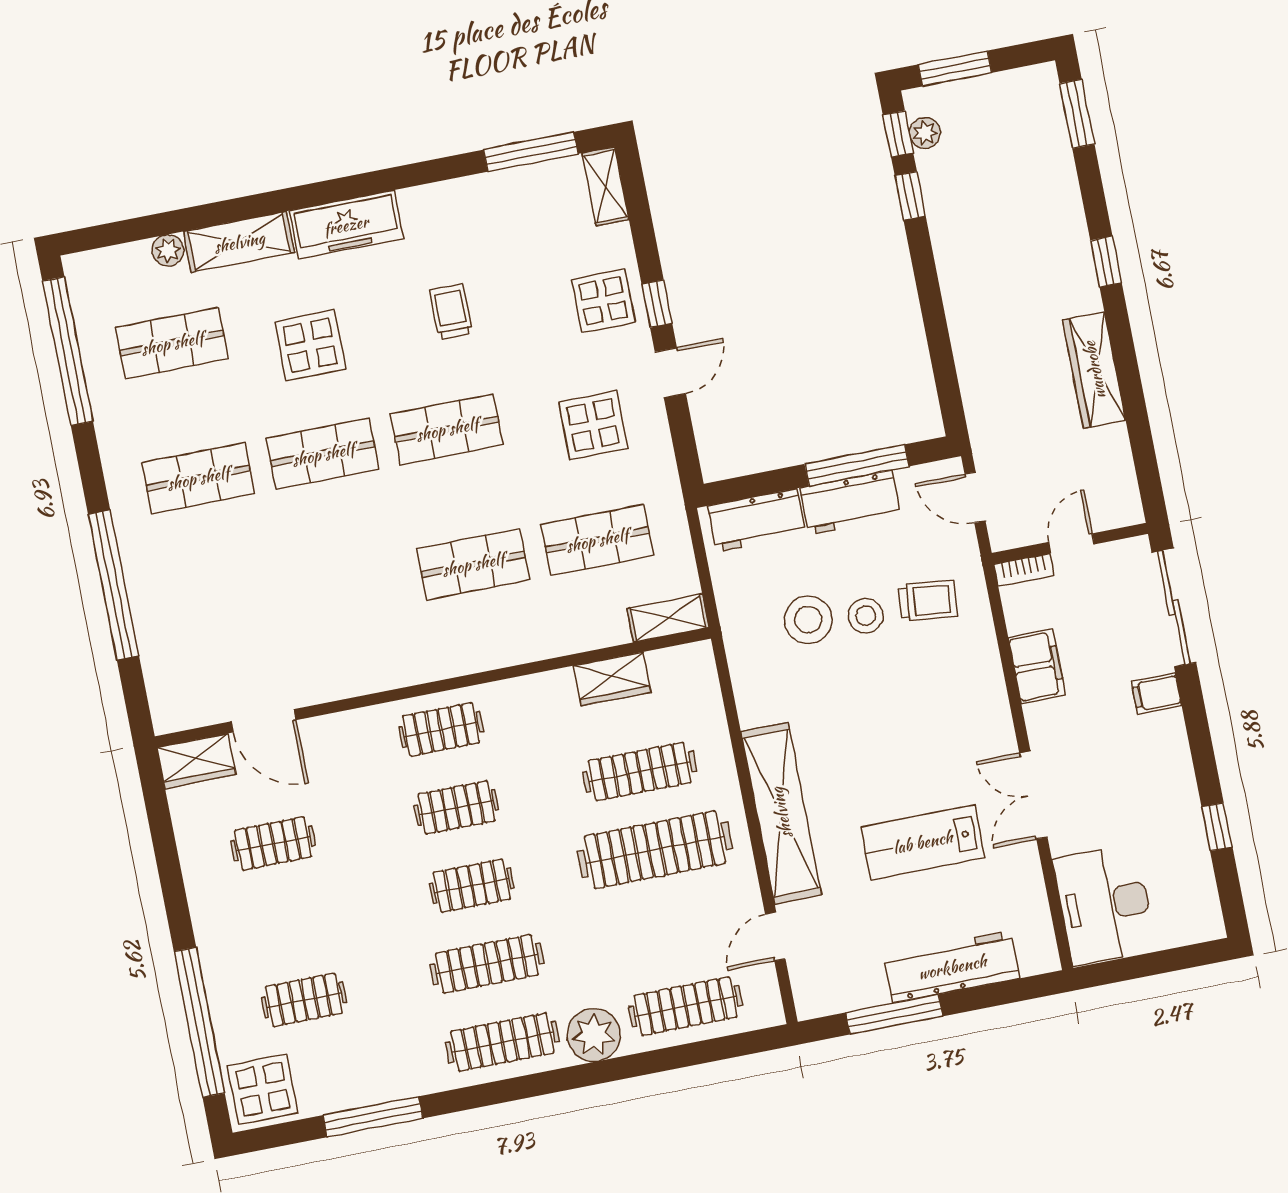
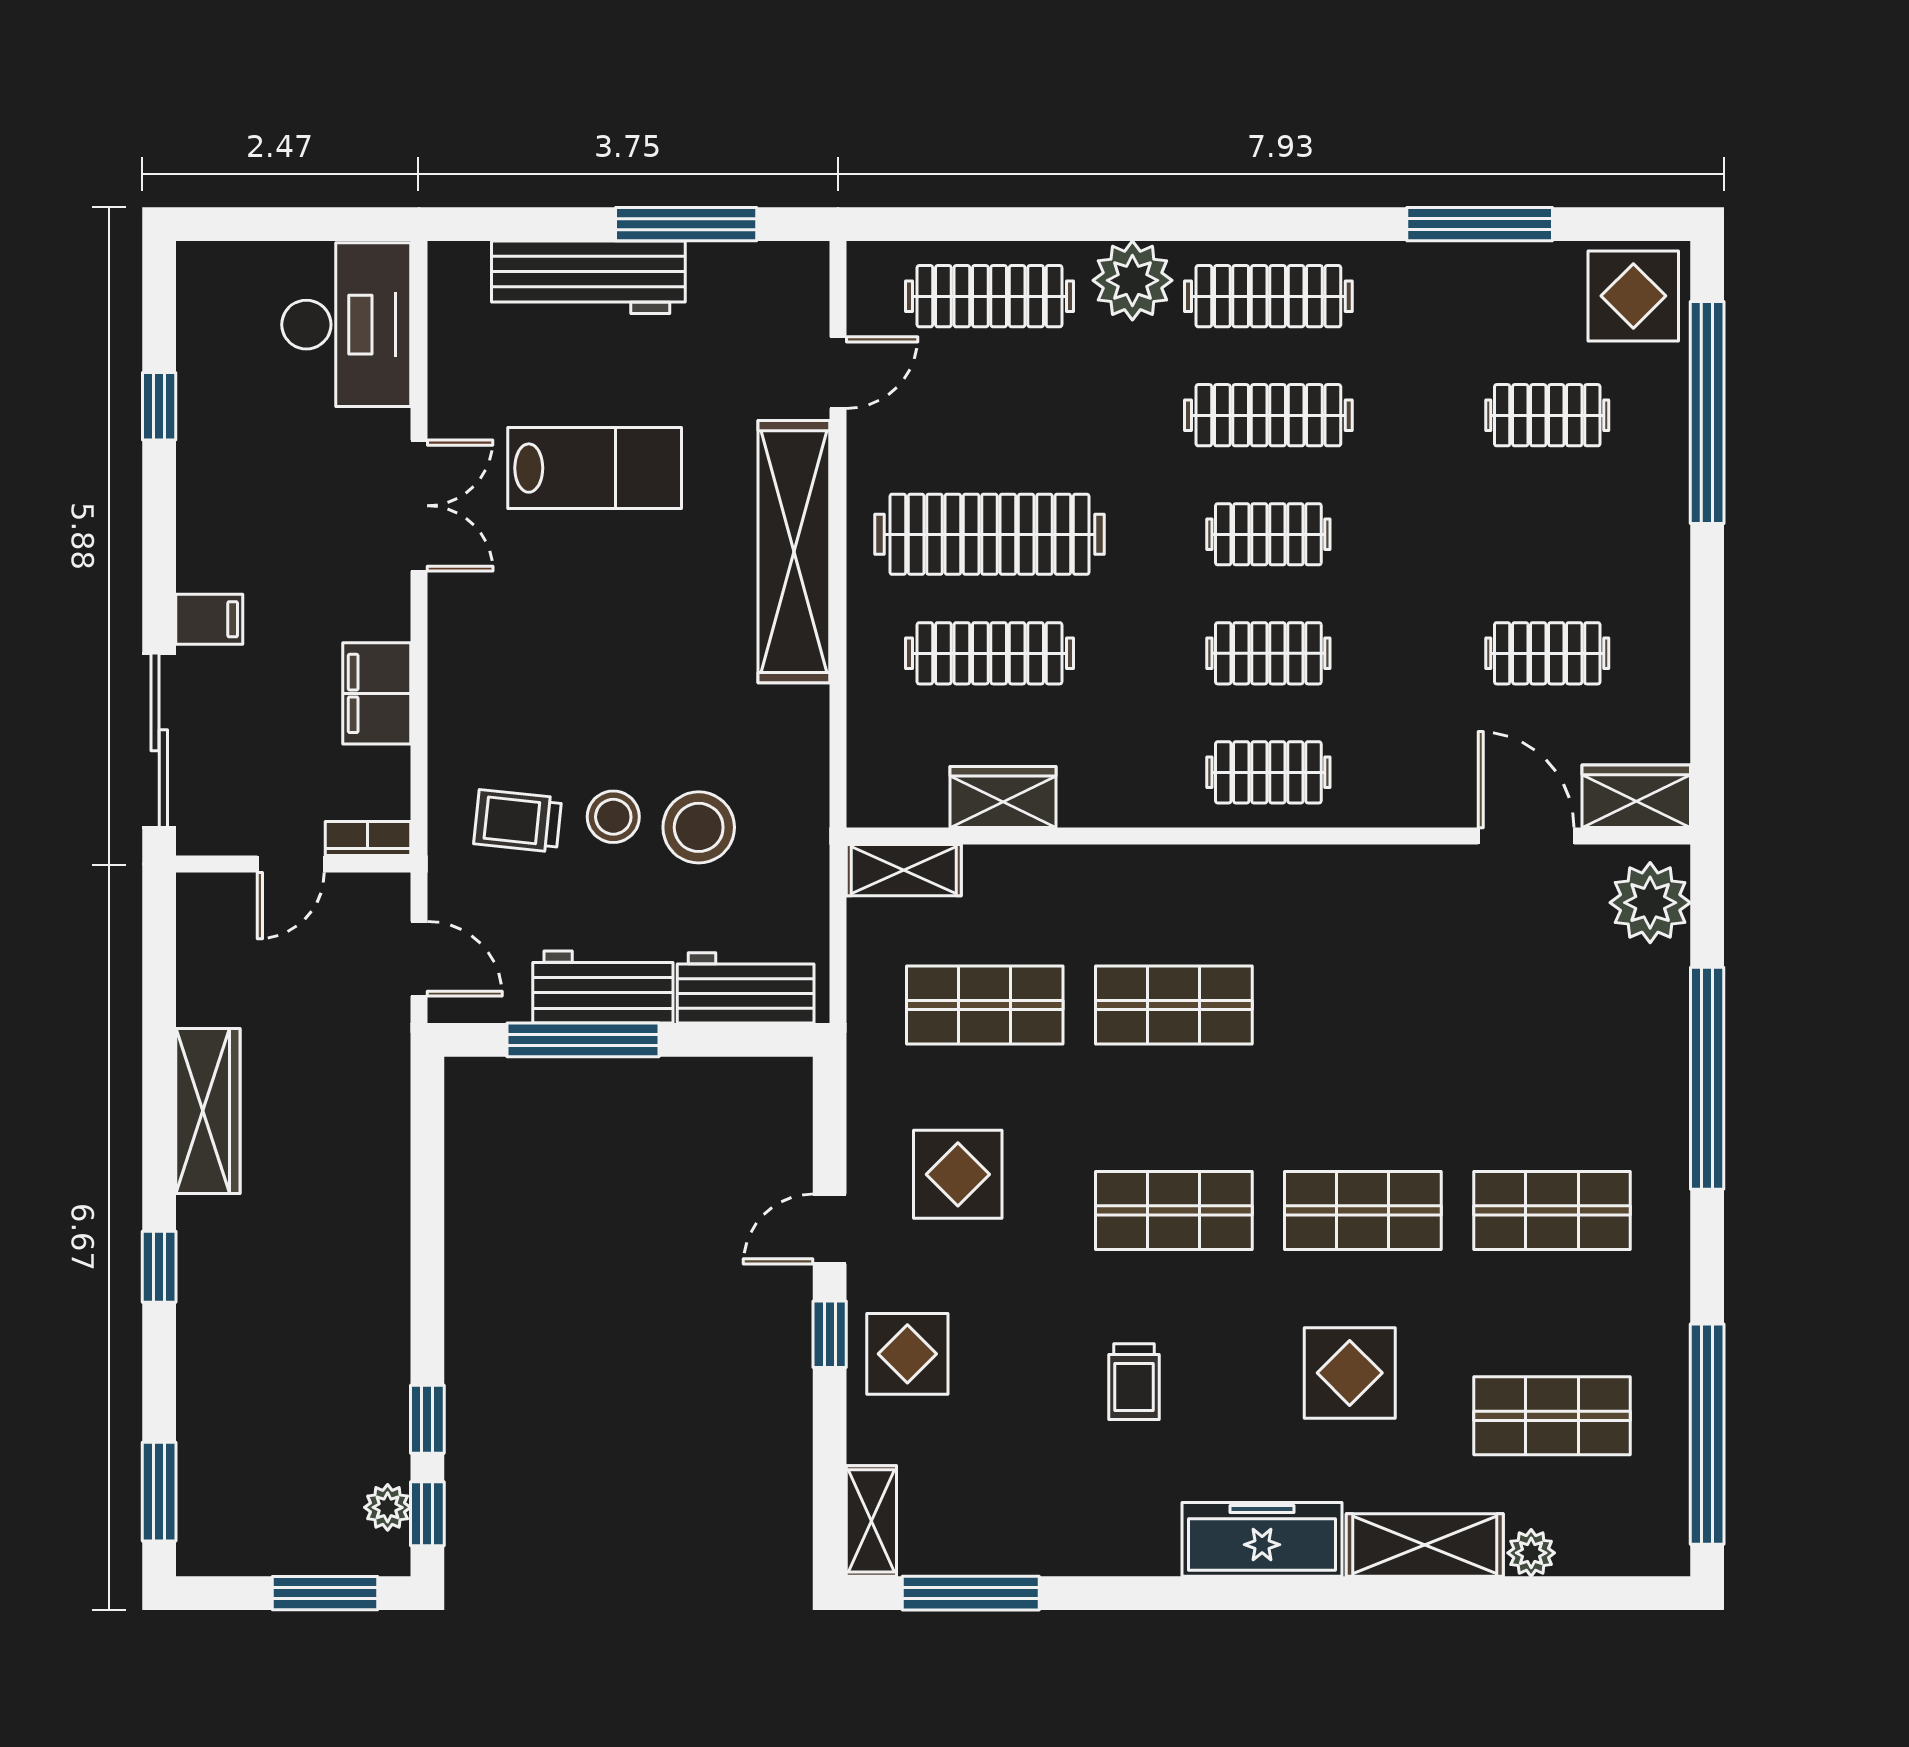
plant: (174, 693) -> (1650, 903), added

